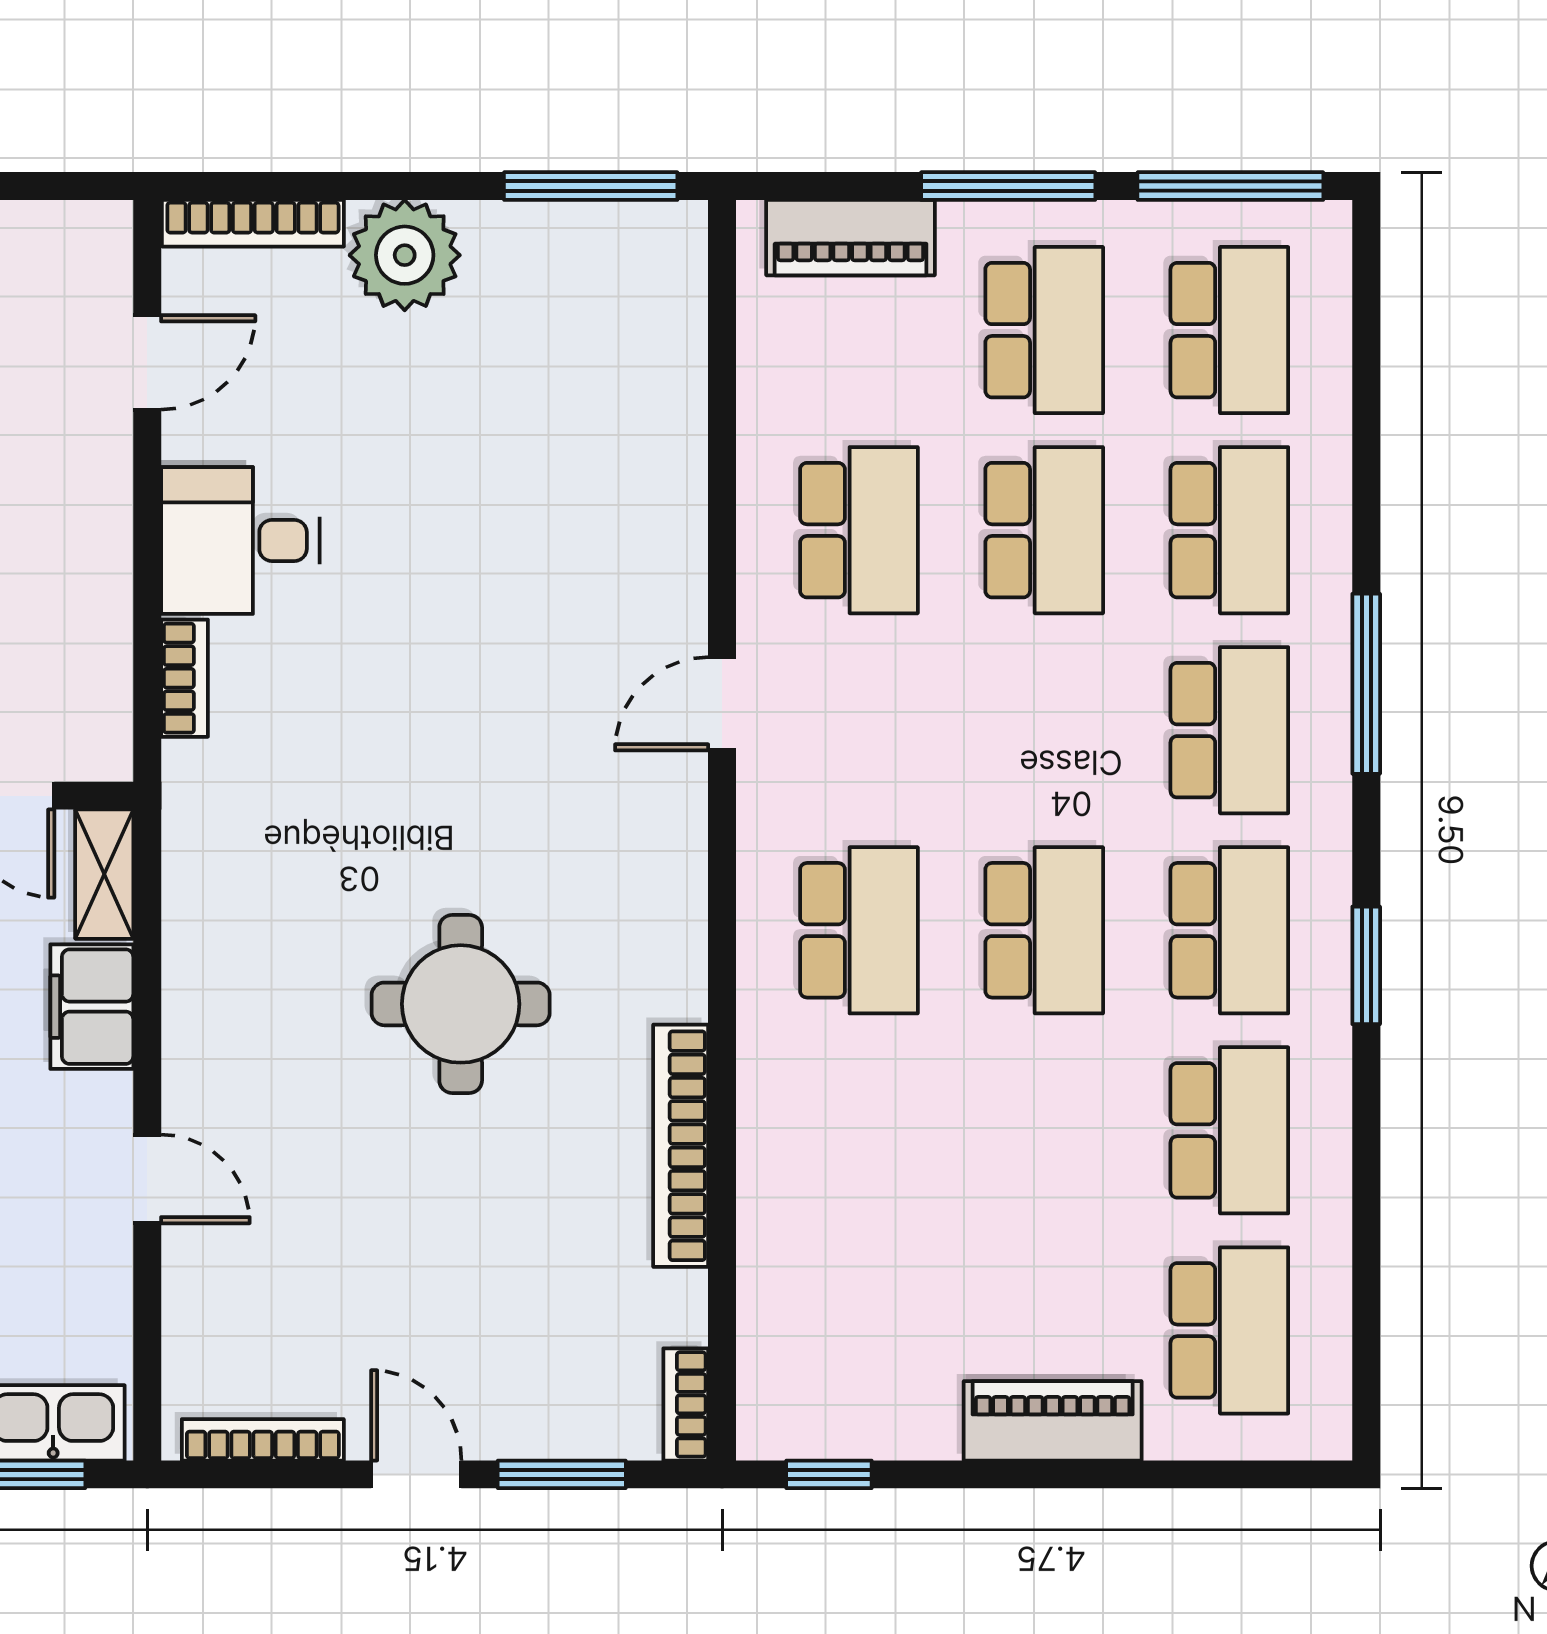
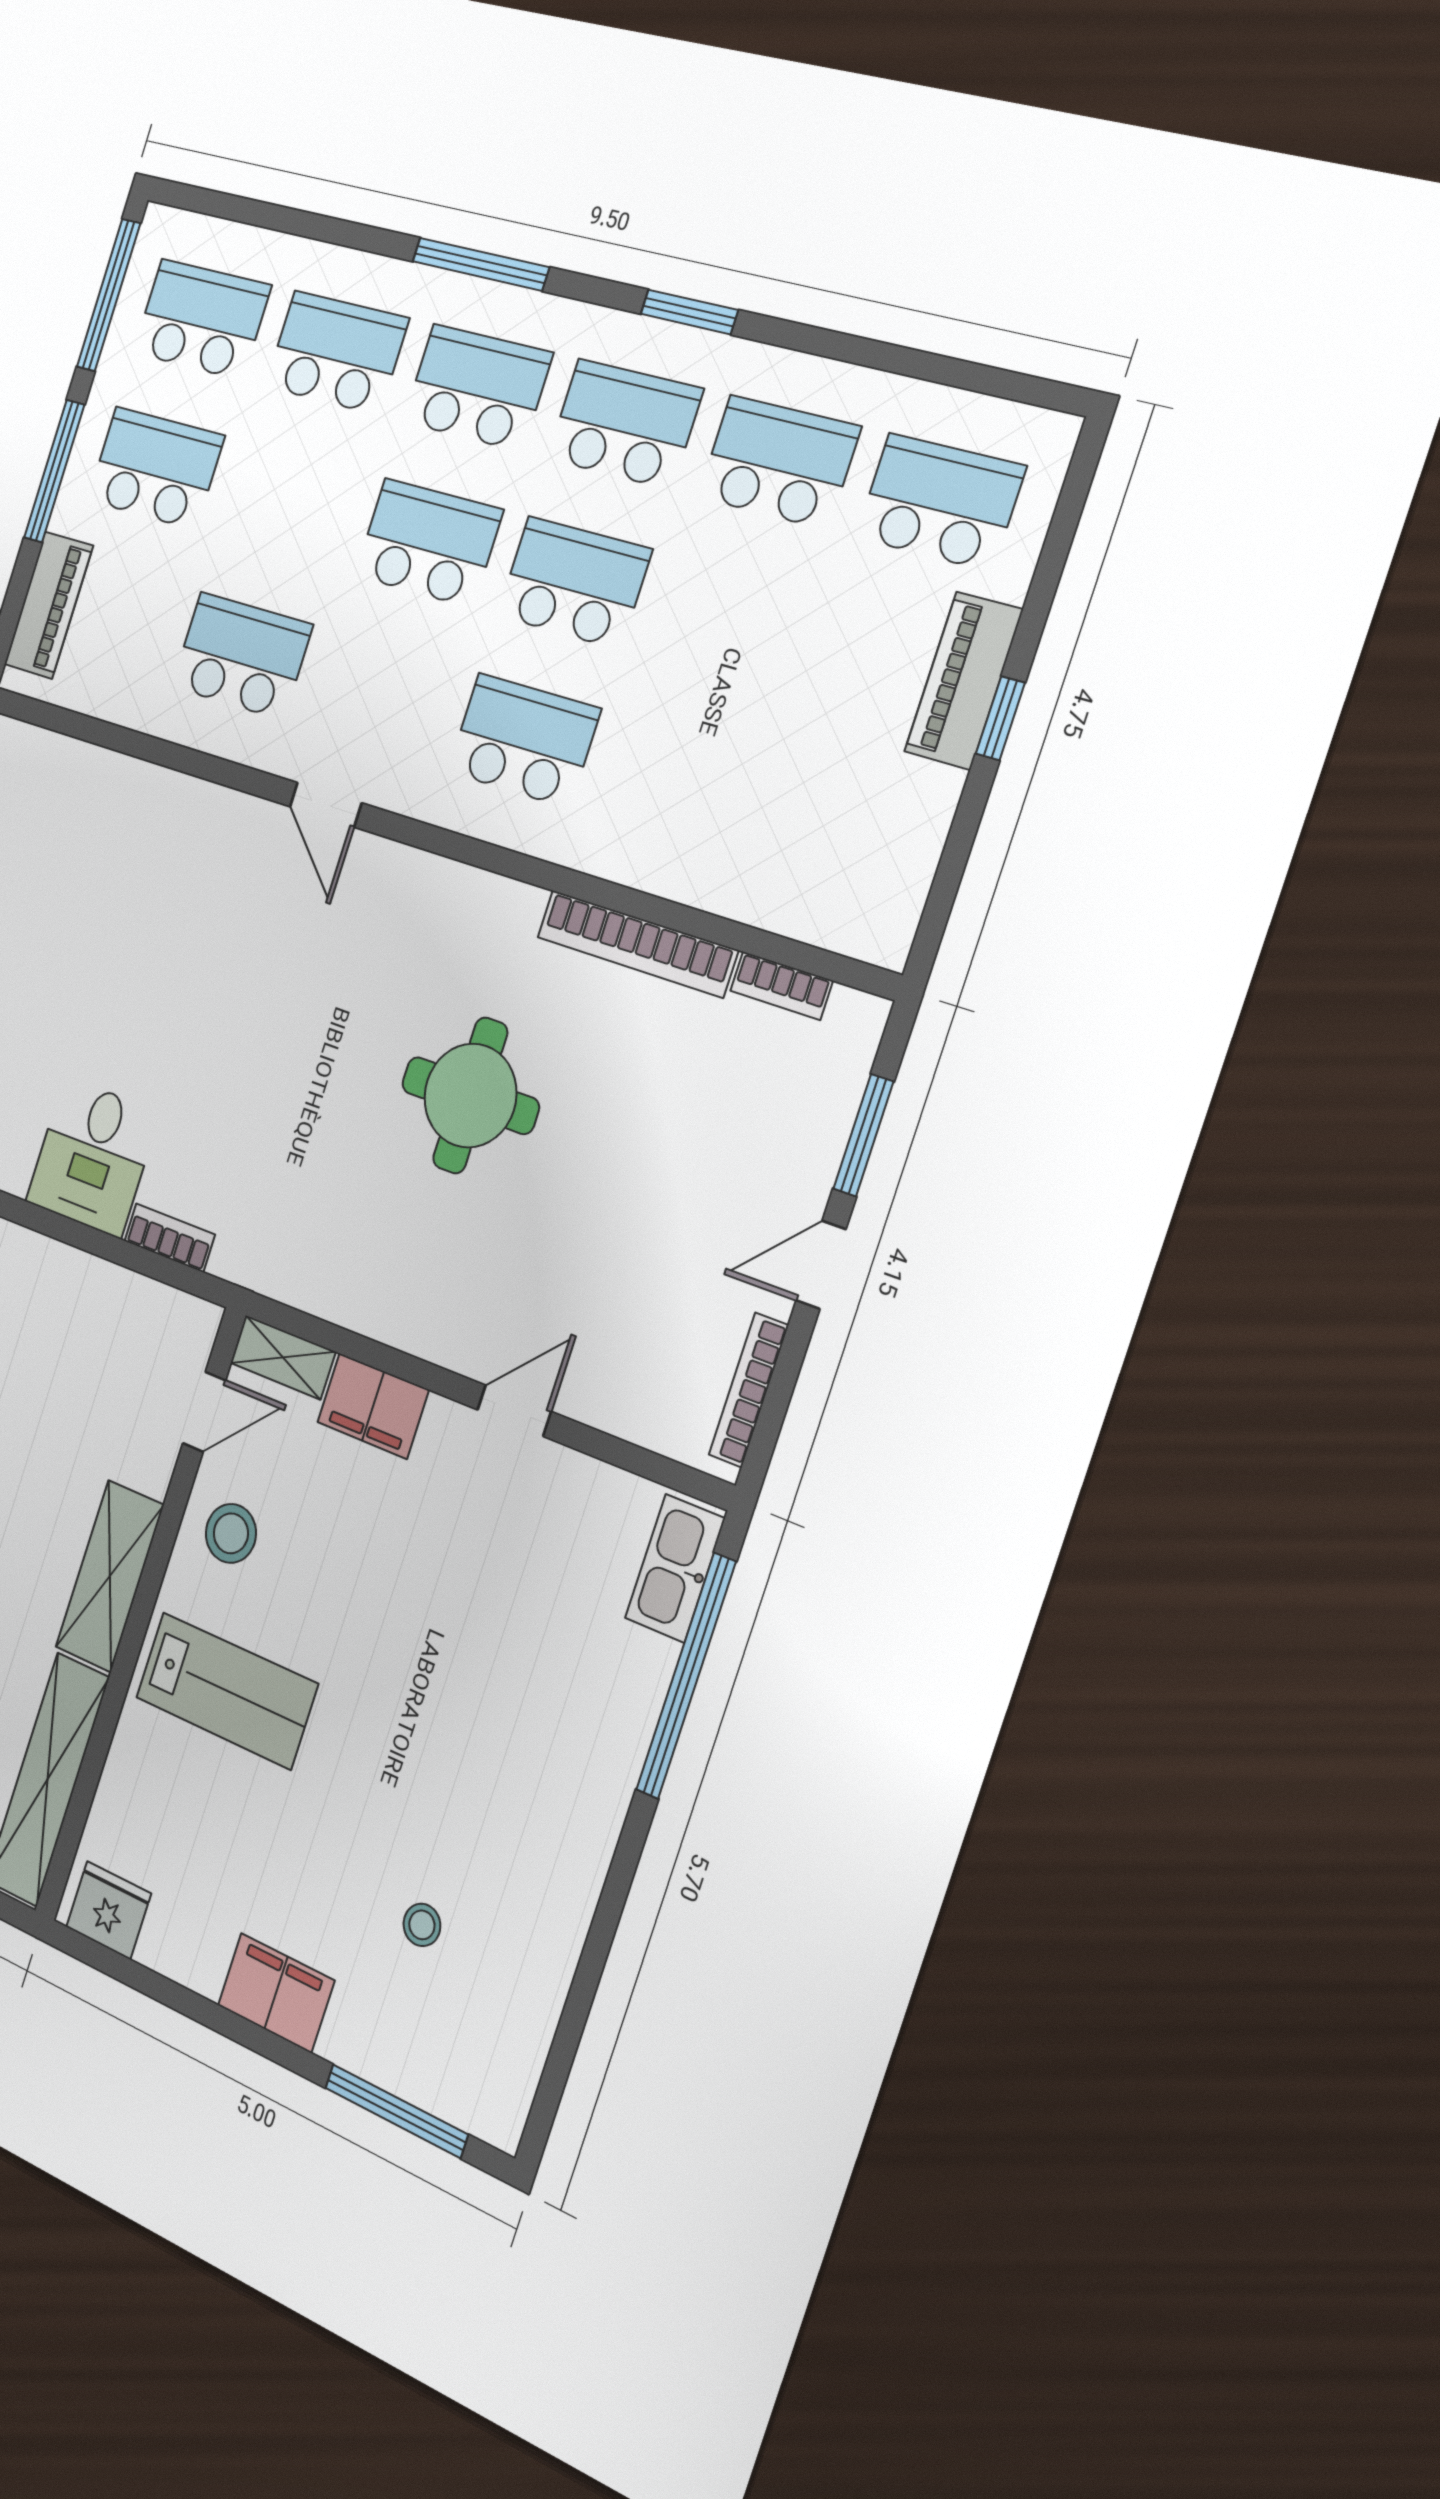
school desk: (1044, 530) -> (429, 543), moved
bookcase: (686, 1404) -> (781, 986), moved
window: (829, 1474) -> (1000, 718), moved

